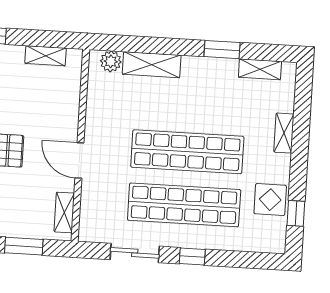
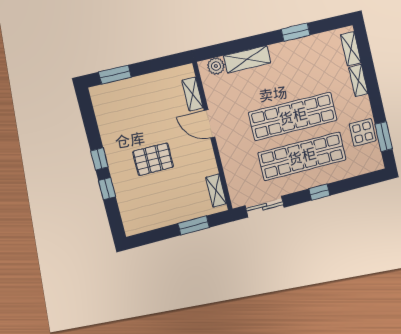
shelving: (46, 56) -> (192, 94), moved, turned 90
shelving: (260, 69) -> (351, 49), moved, turned 90
door: (79, 161) -> (209, 124), moved
window: (296, 213) -> (384, 137), width x1.50
sliding door: (135, 253) -> (265, 207), moved

